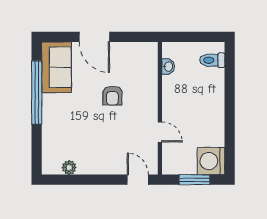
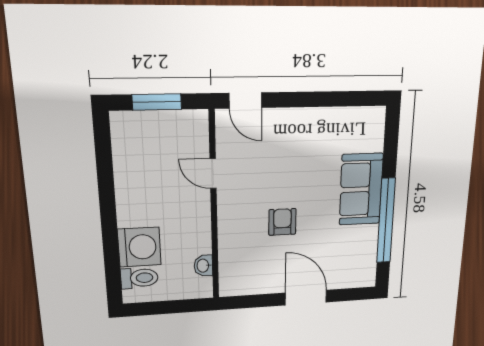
sofa: (56, 67) -> (361, 189), moved
washing machine: (211, 161) -> (139, 247), moved
plant: (69, 168) -> (347, 117), removed

